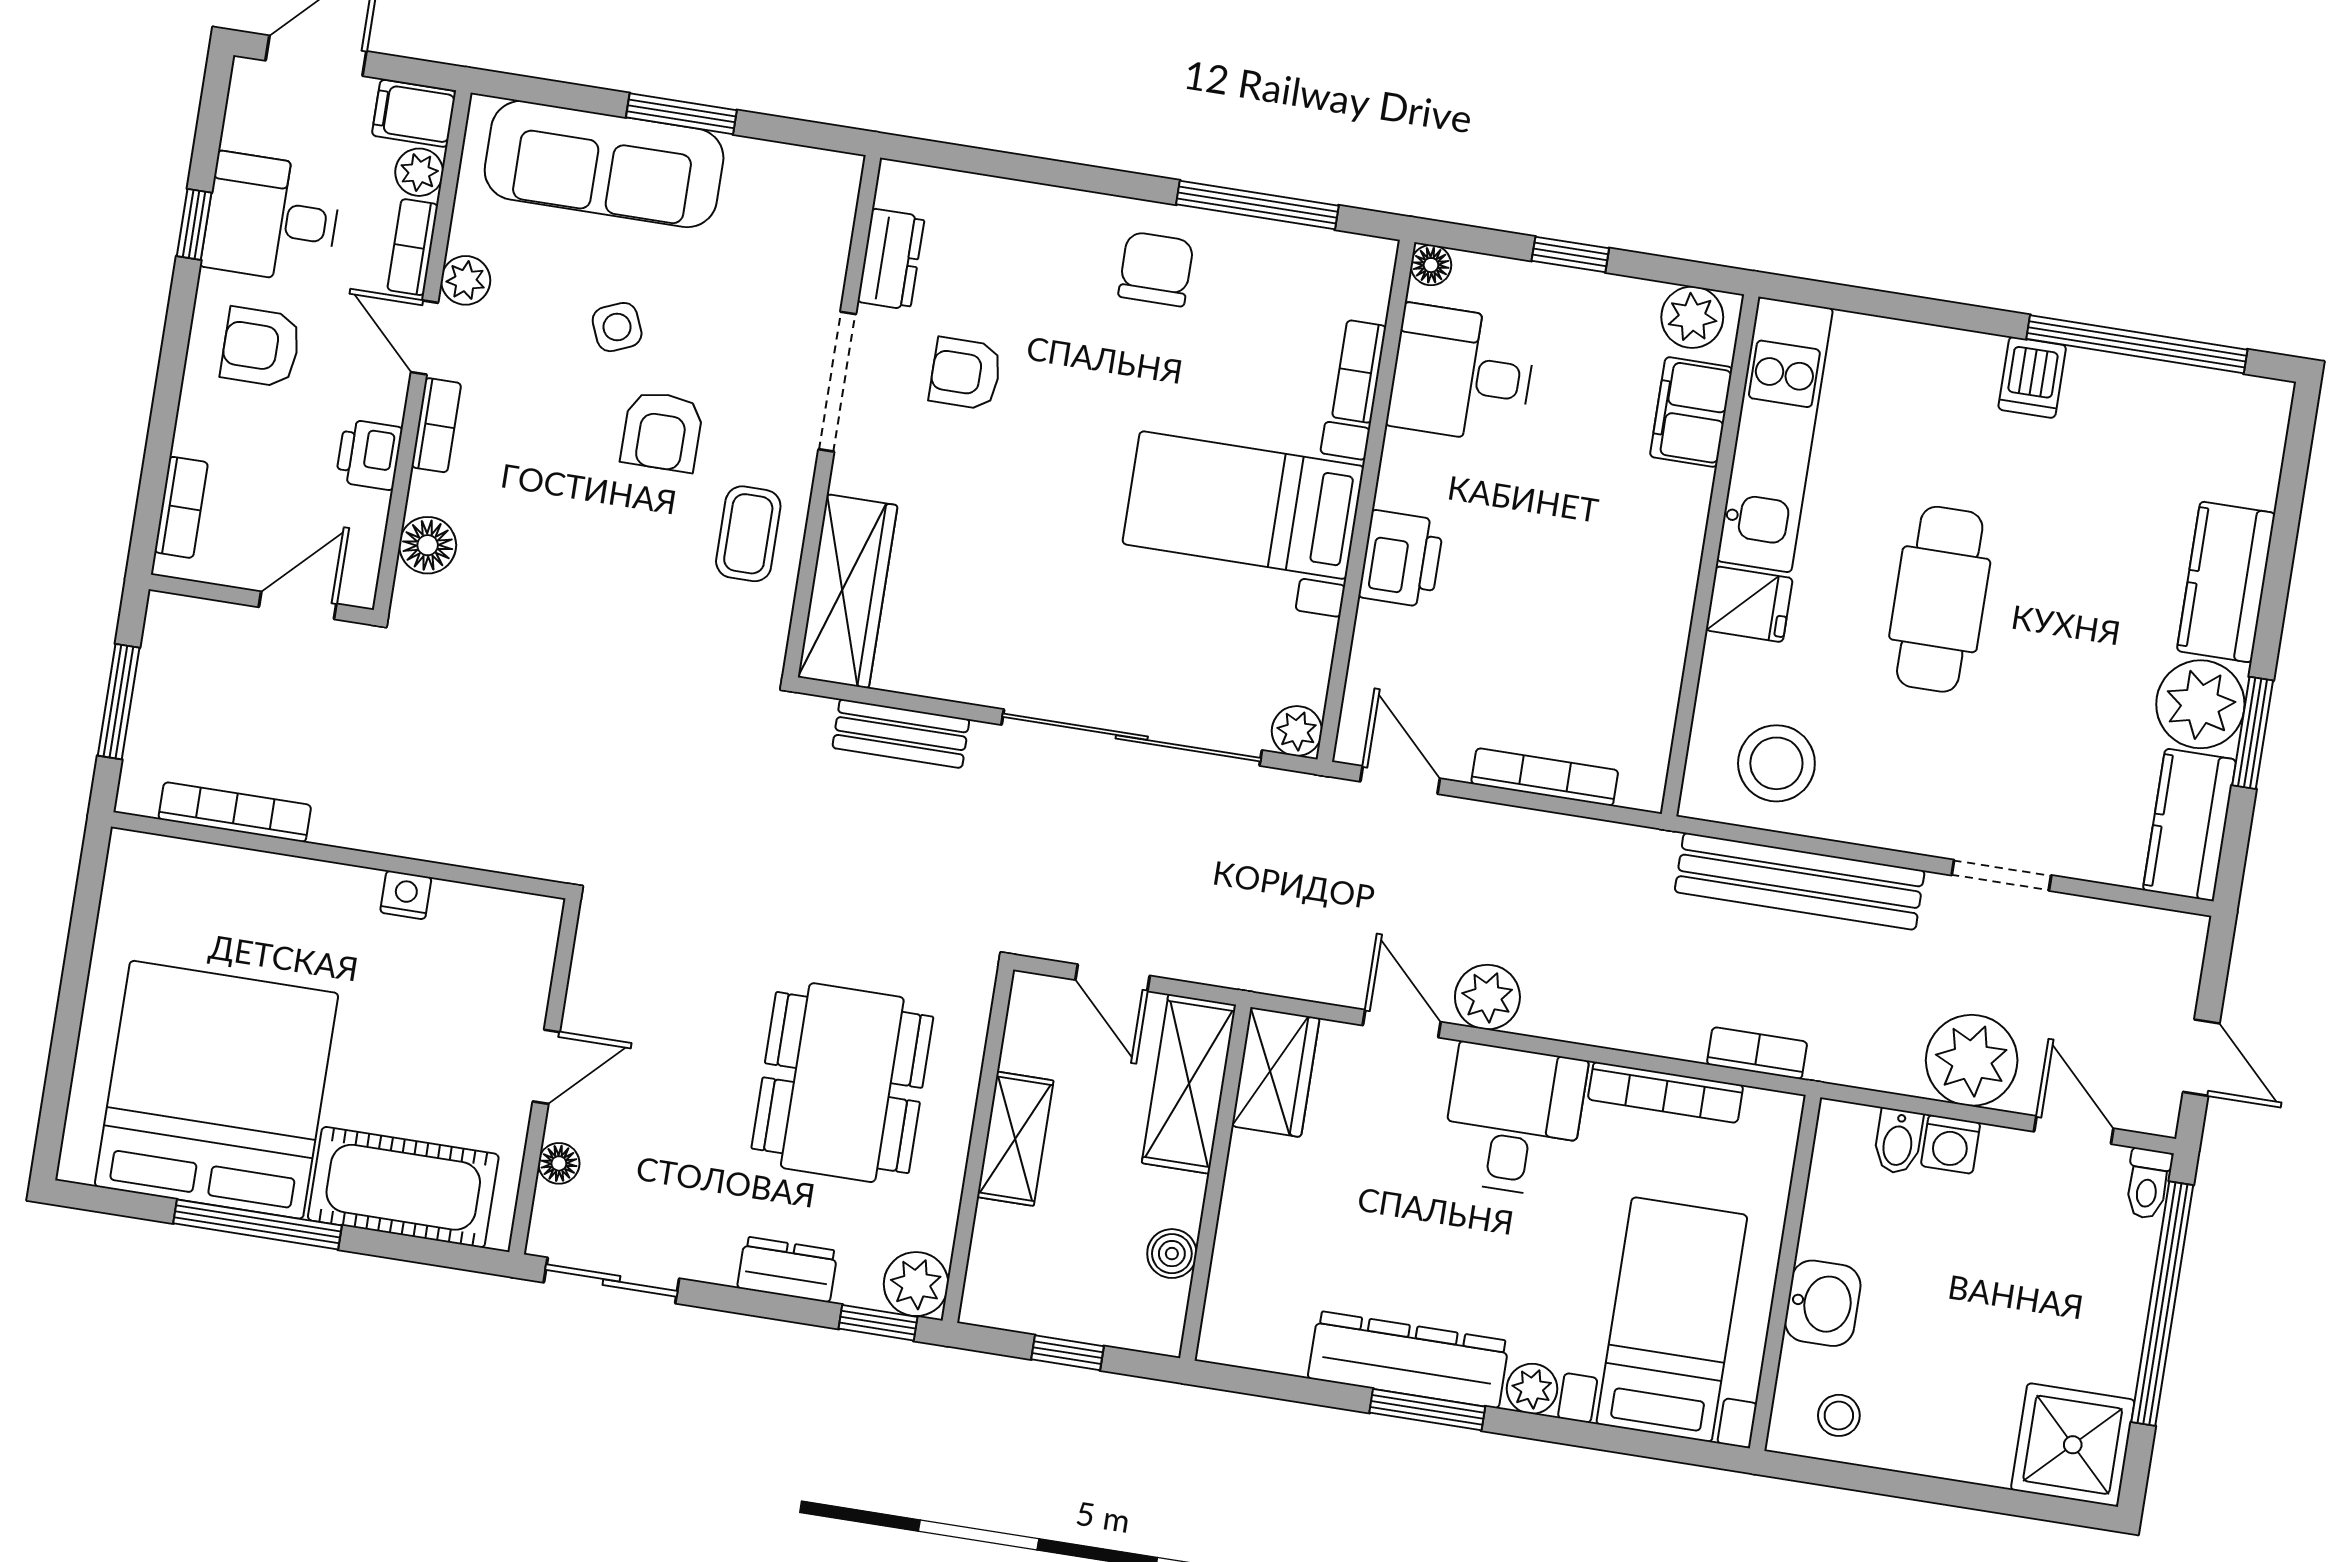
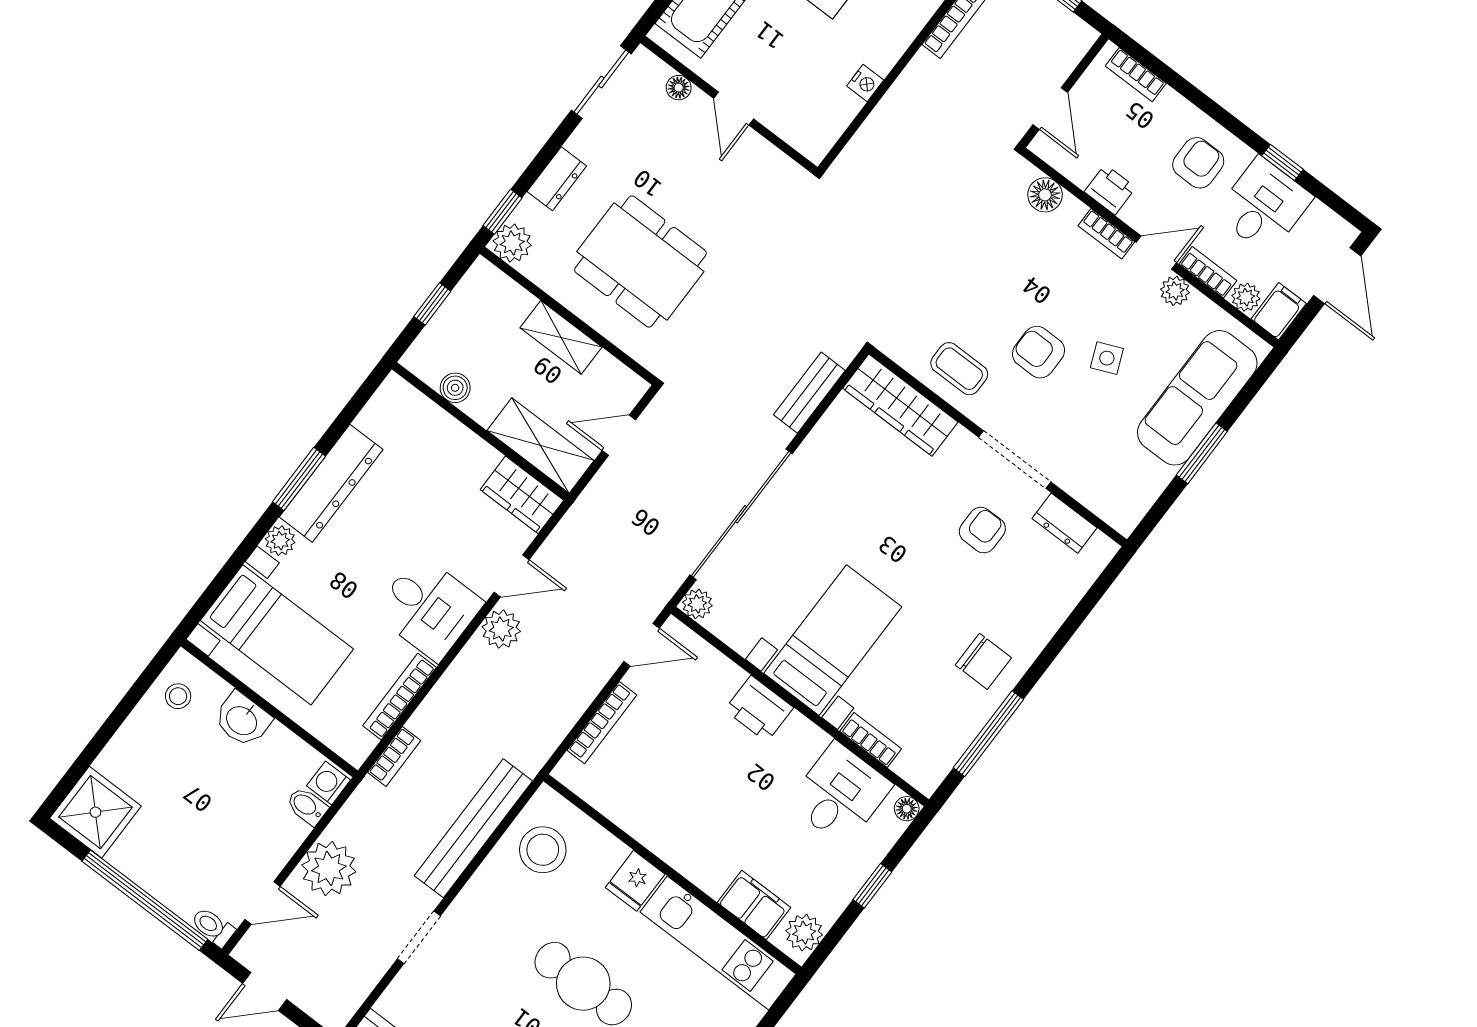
washing machine: (1951, 1144) -> (329, 783), moved

